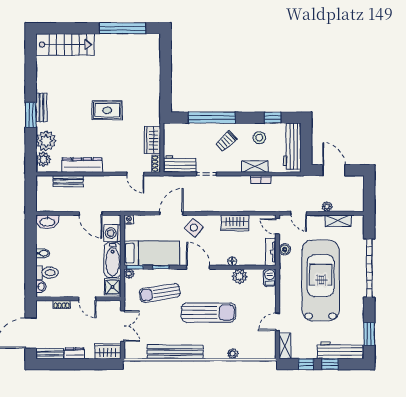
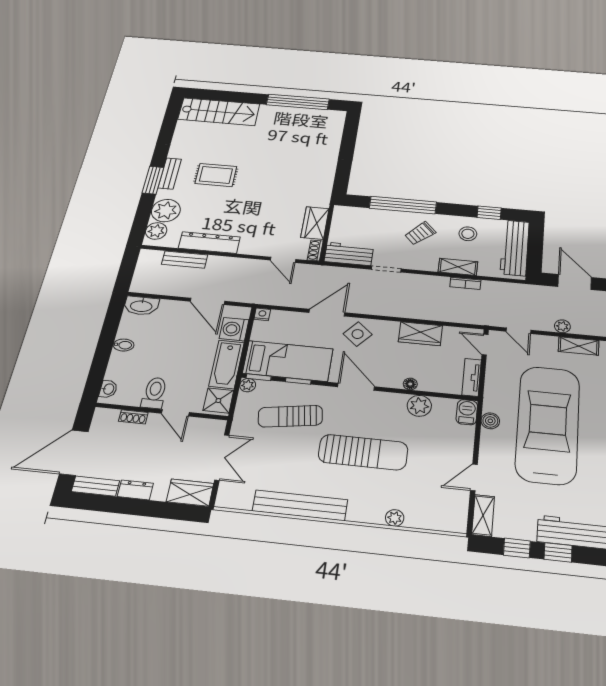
rug: (107, 110) -> (216, 175), moved
boiler: (285, 249) -> (490, 421), moved
toilet: (47, 273) -> (155, 393), moved, turned -90

